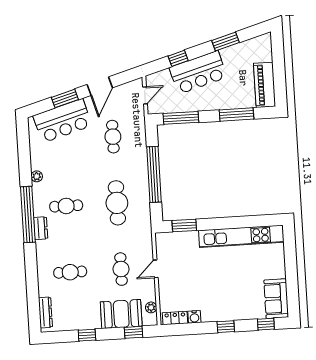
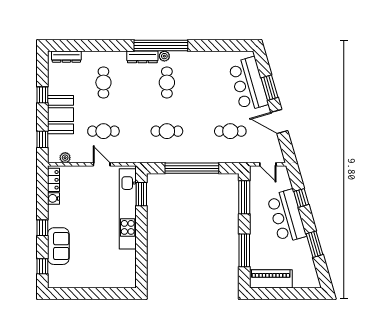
plant: (37, 176) -> (164, 56), moved
cafe table: (117, 203) -> (167, 131), width x0.73, depth x0.74
dresser: (41, 228) -> (142, 57), width x1.44
kitchen unit: (241, 236) -> (128, 209), moved
sofa: (276, 299) -> (58, 246), moved, turned 90
booth: (121, 314) -> (61, 115), moved

